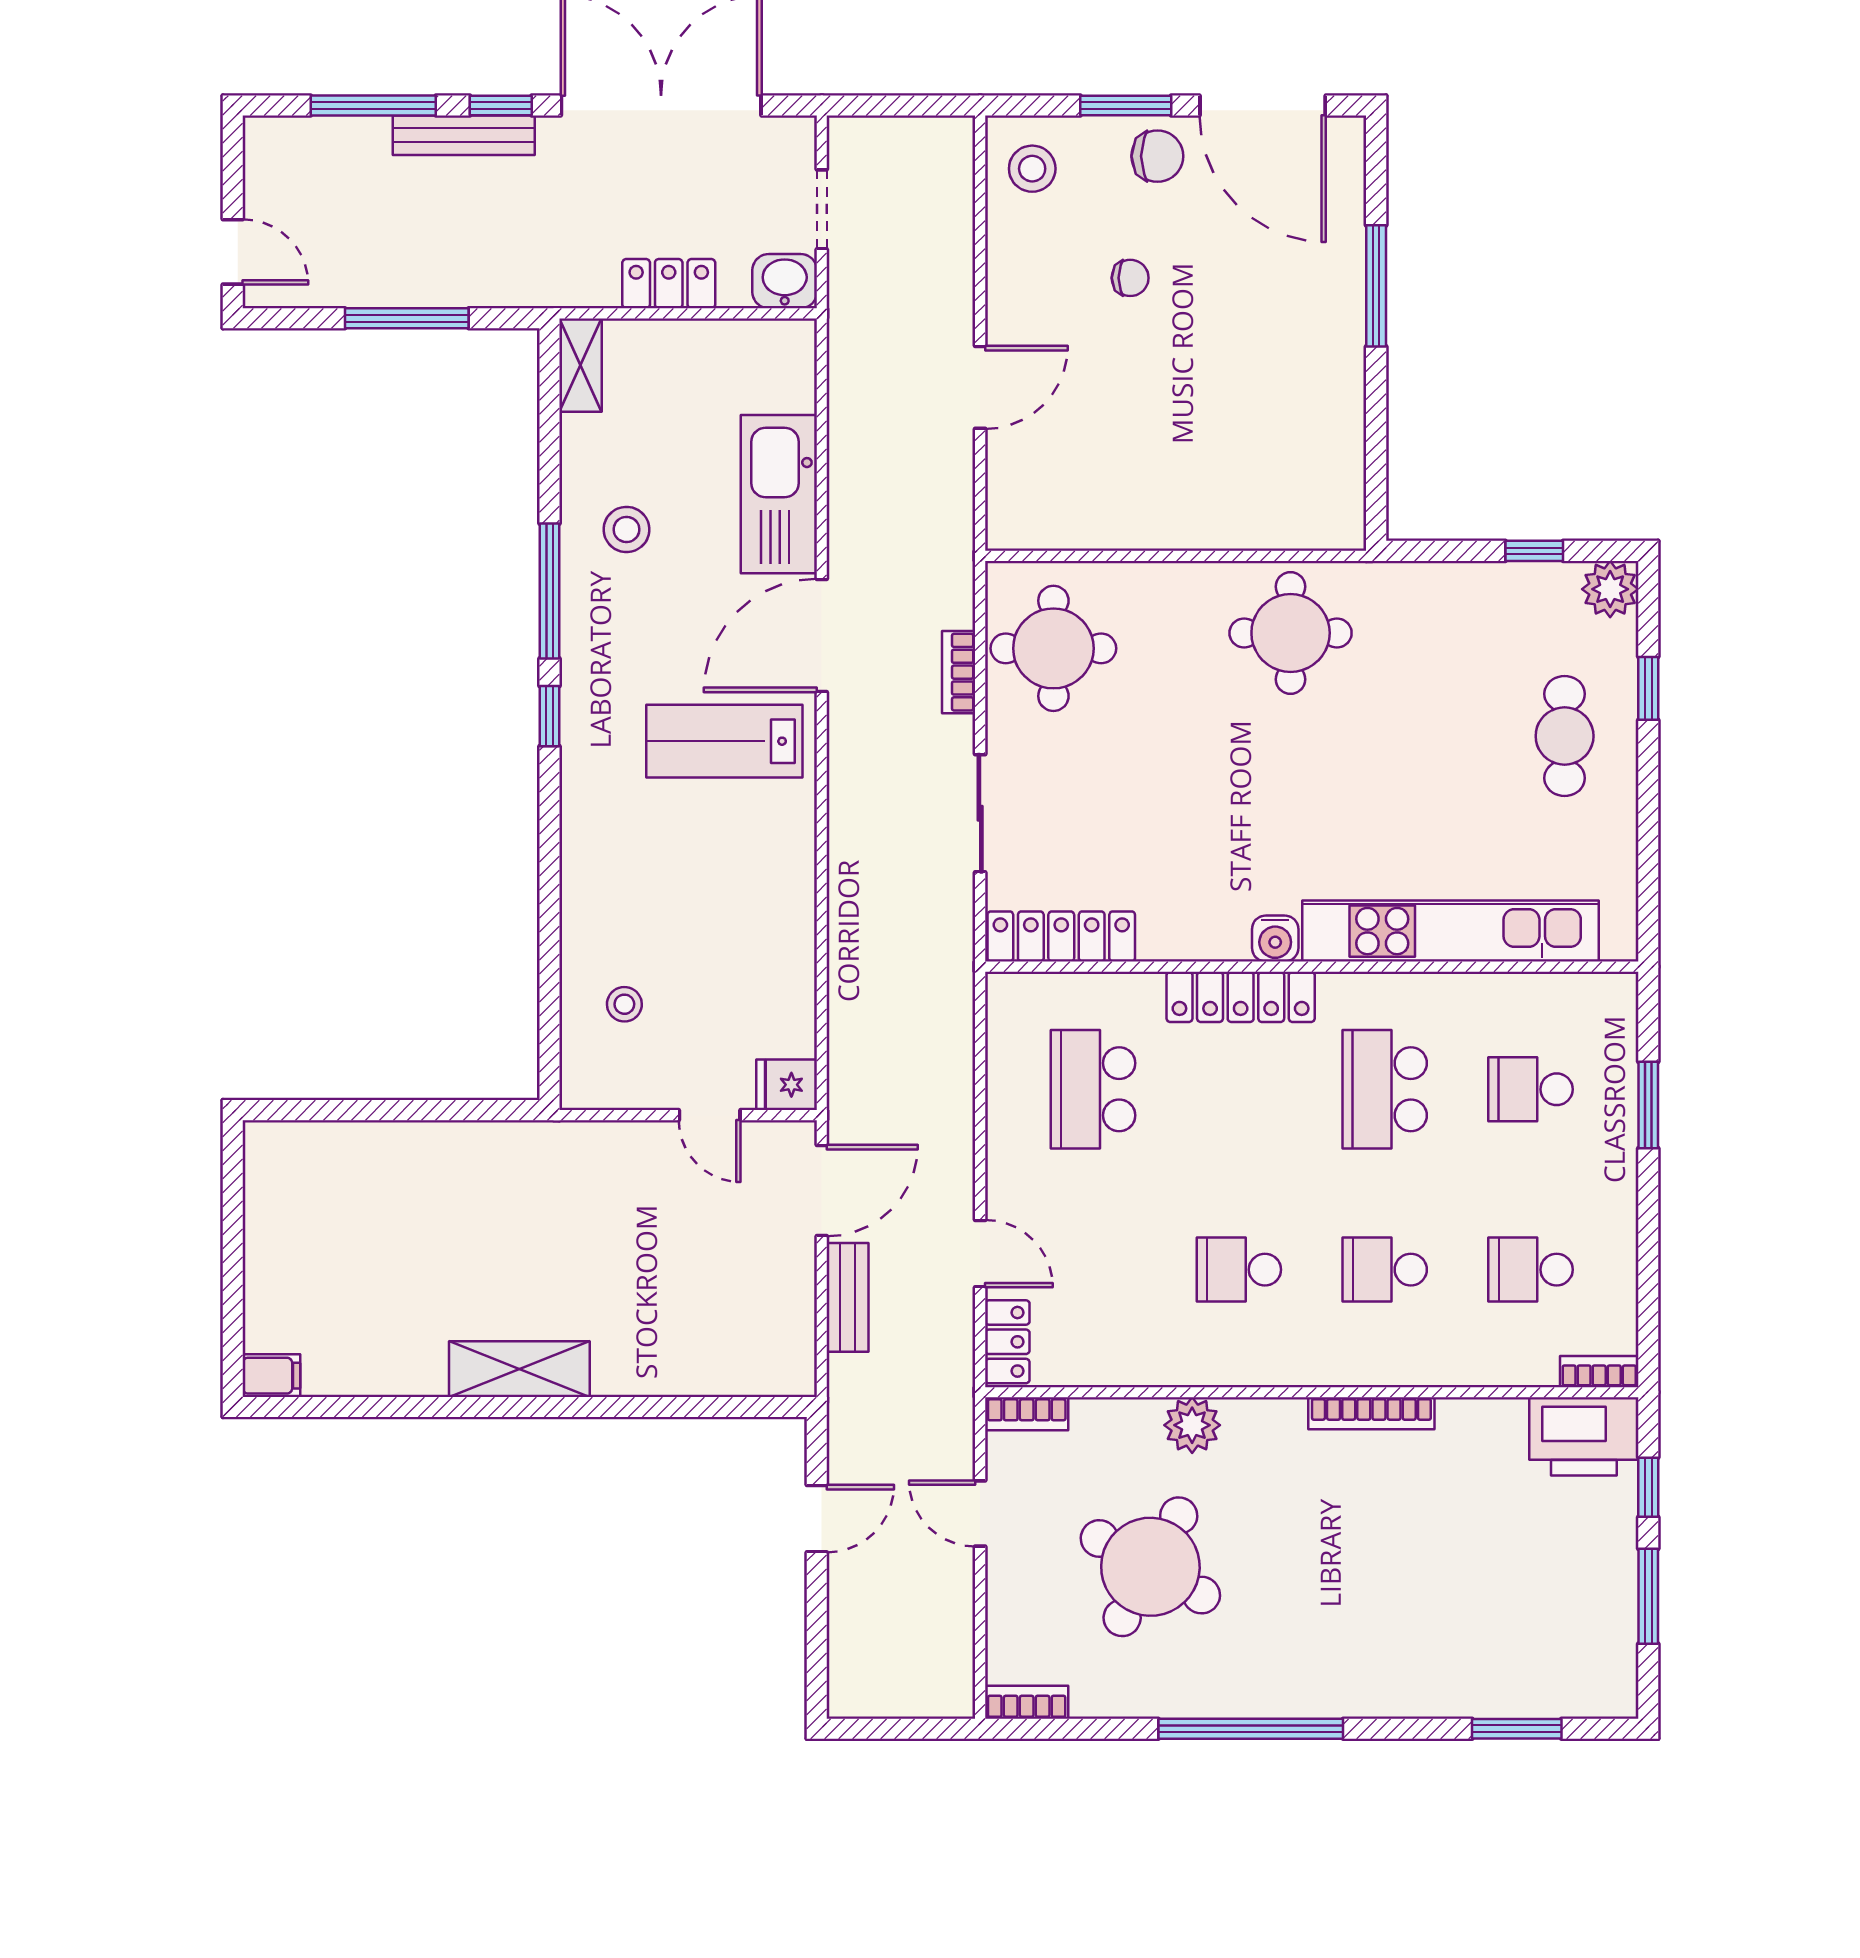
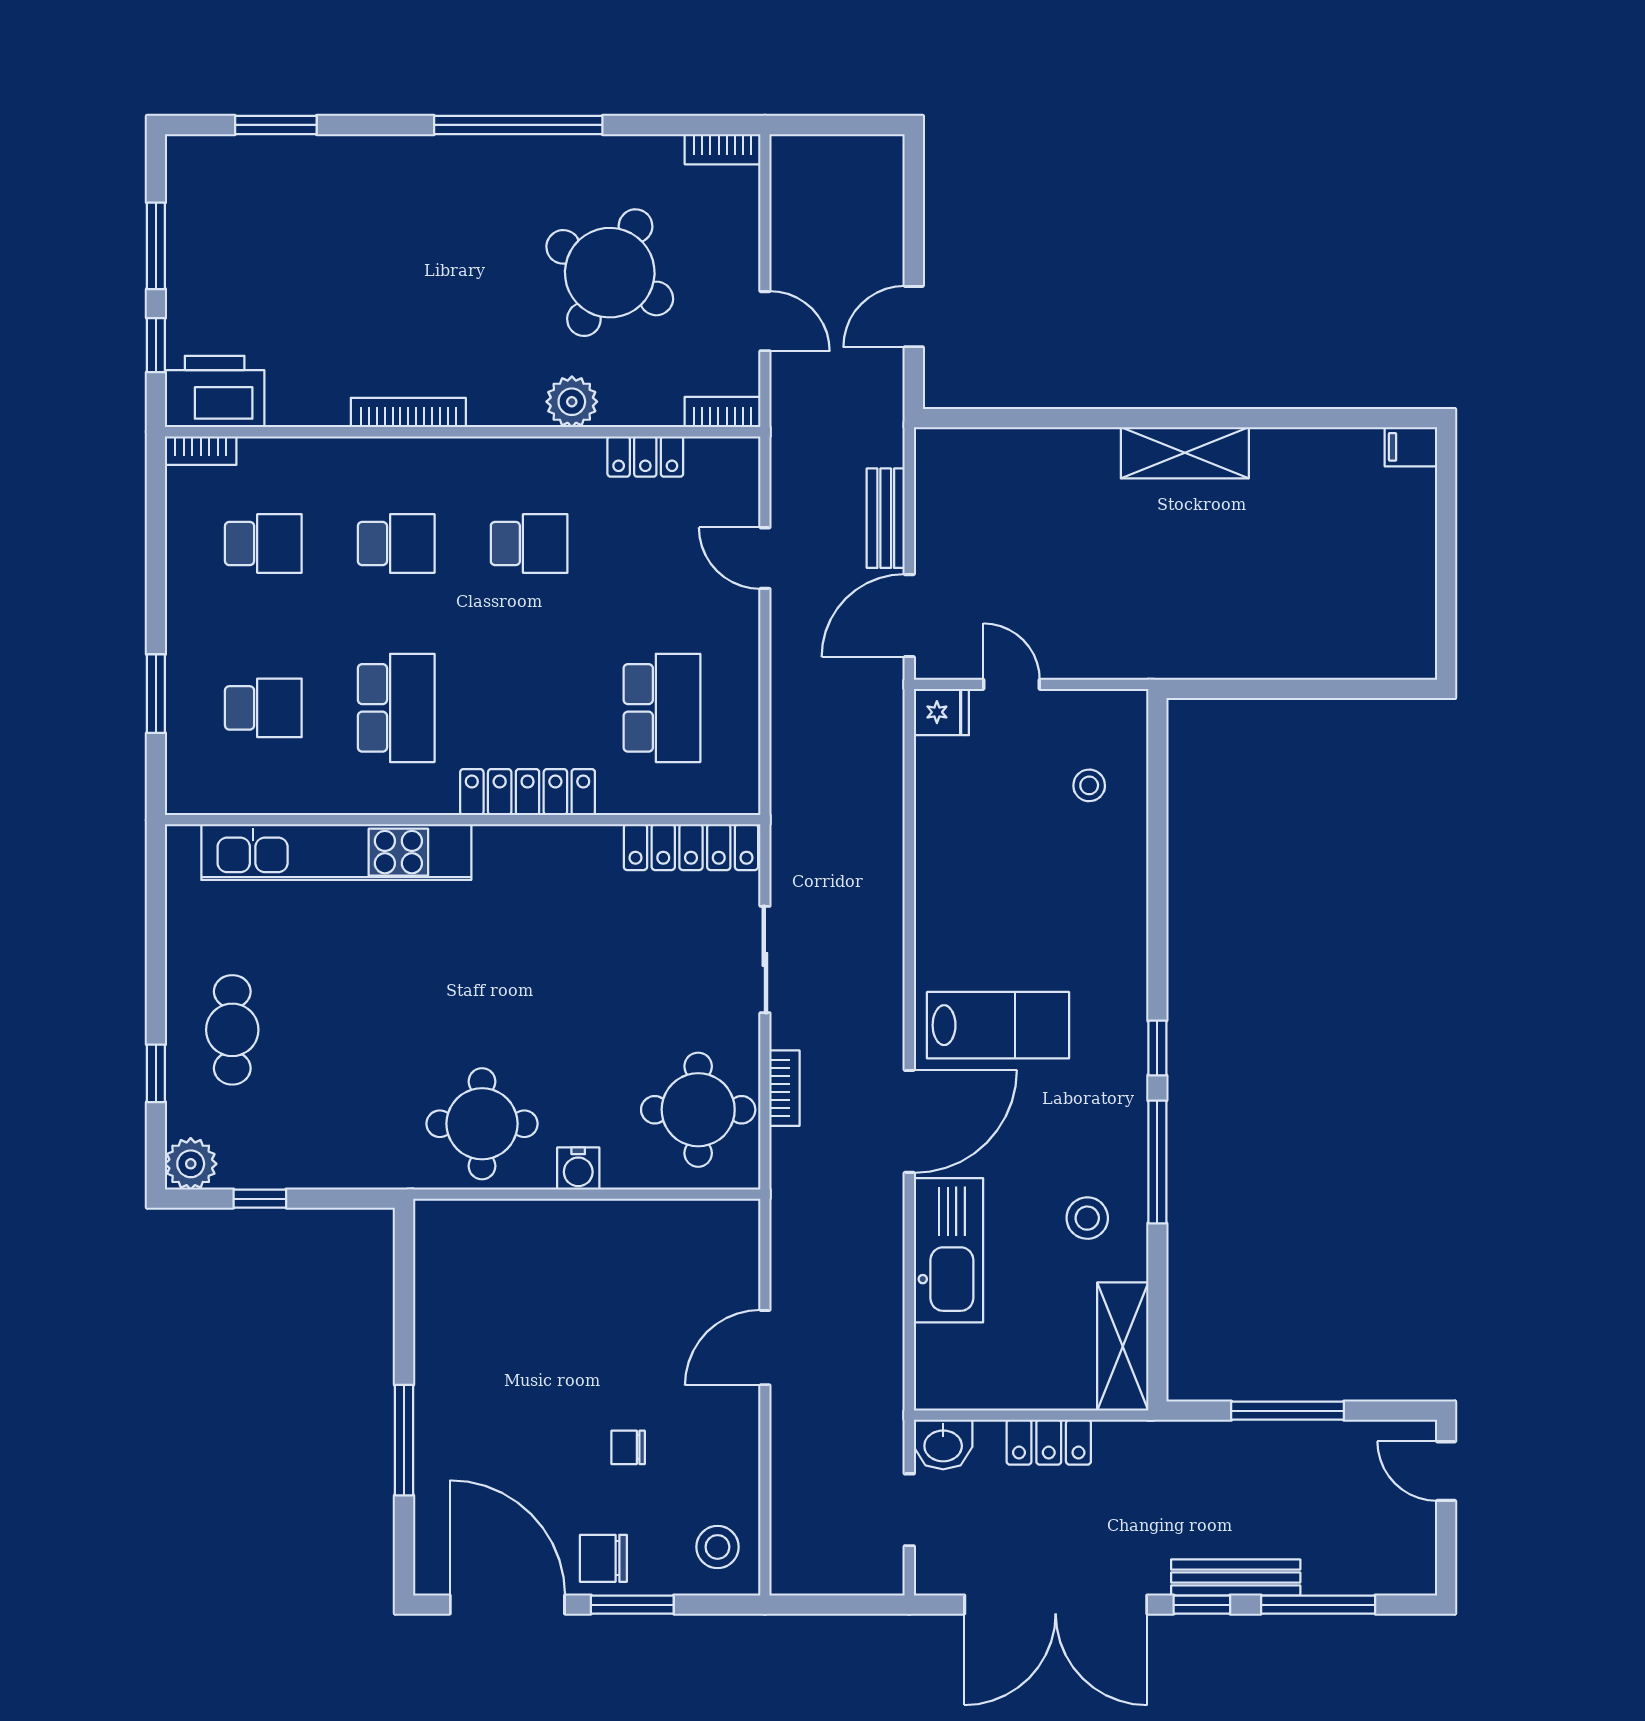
shelving: (581, 365) -> (1123, 1347), width x1.50, depth x1.33
water cooler: (1275, 939) -> (578, 1168), moved, turned 180
locker: (1007, 1342) -> (645, 456), moved, turned -90

